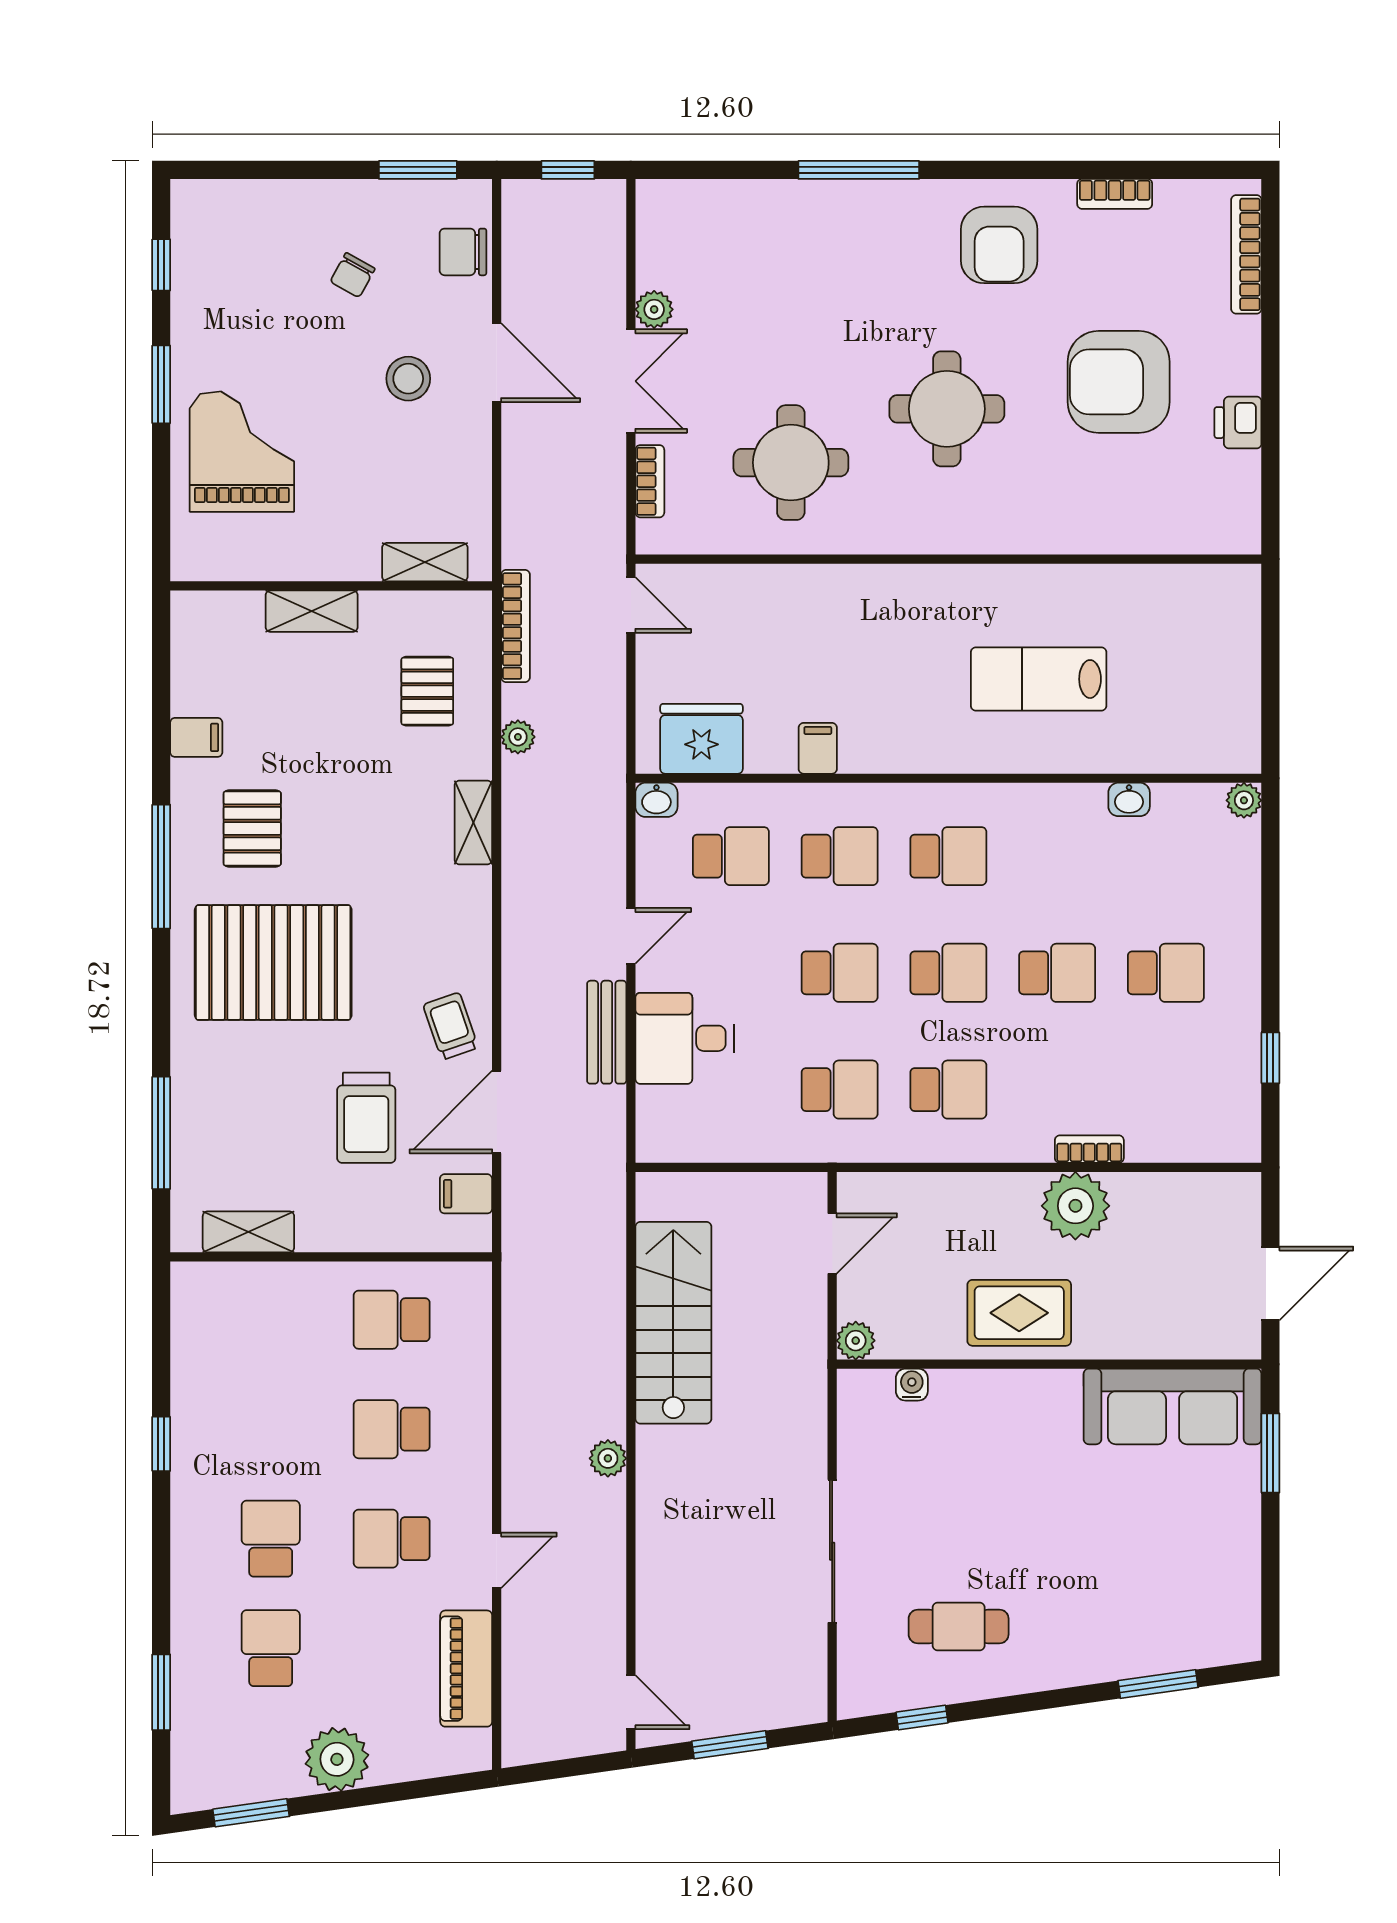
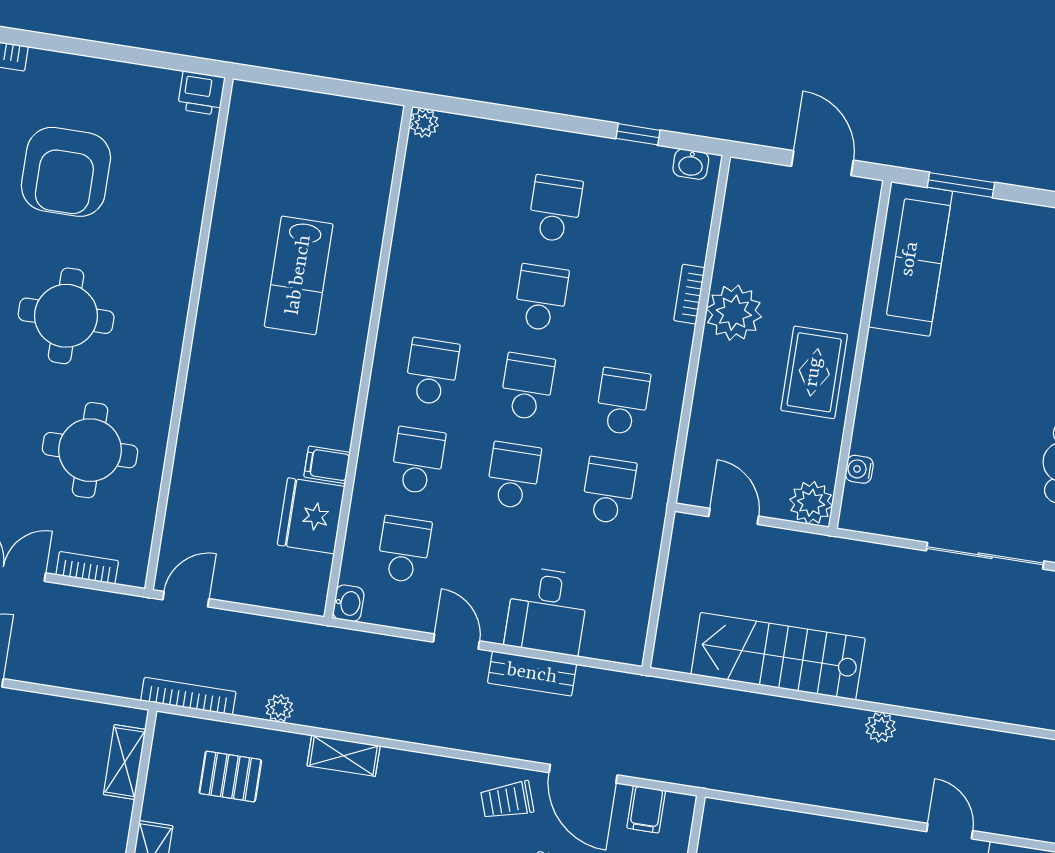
printer: (1238, 423) -> (201, 93), moved
fridge: (701, 739) -> (311, 516), moved
washbasin: (1129, 799) -> (691, 164), moved, turned 90
plant: (856, 1341) -> (811, 503), width x1.38, depth x1.38

